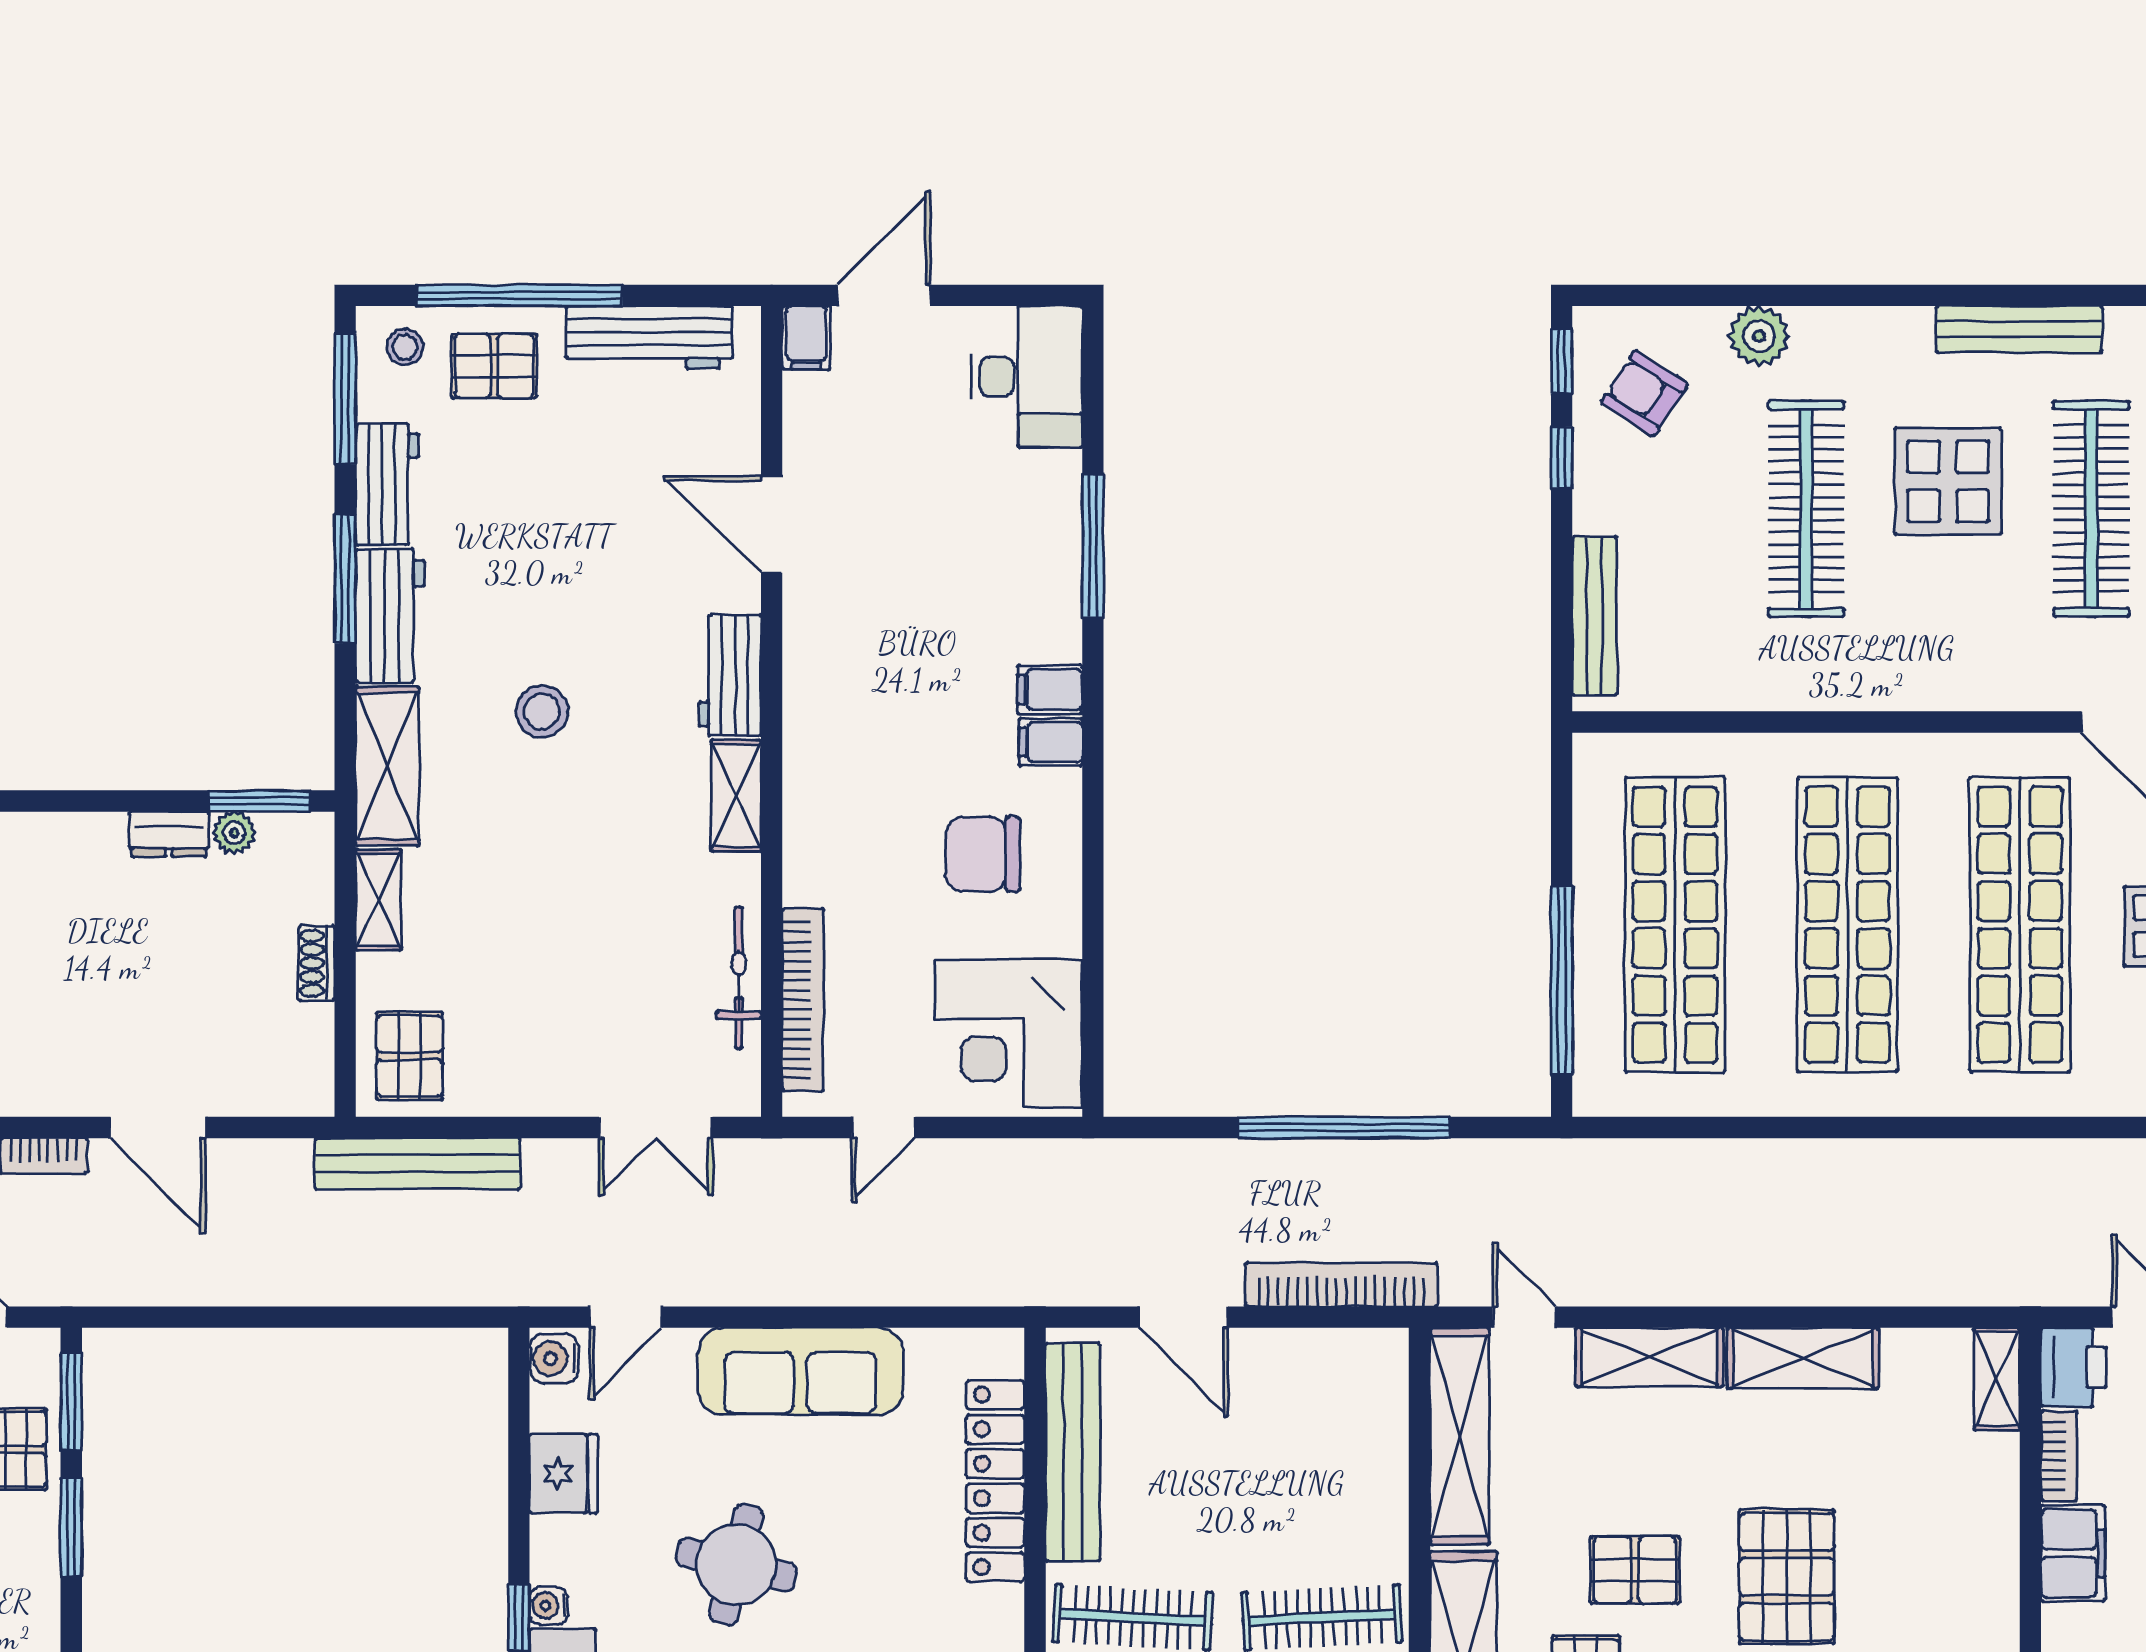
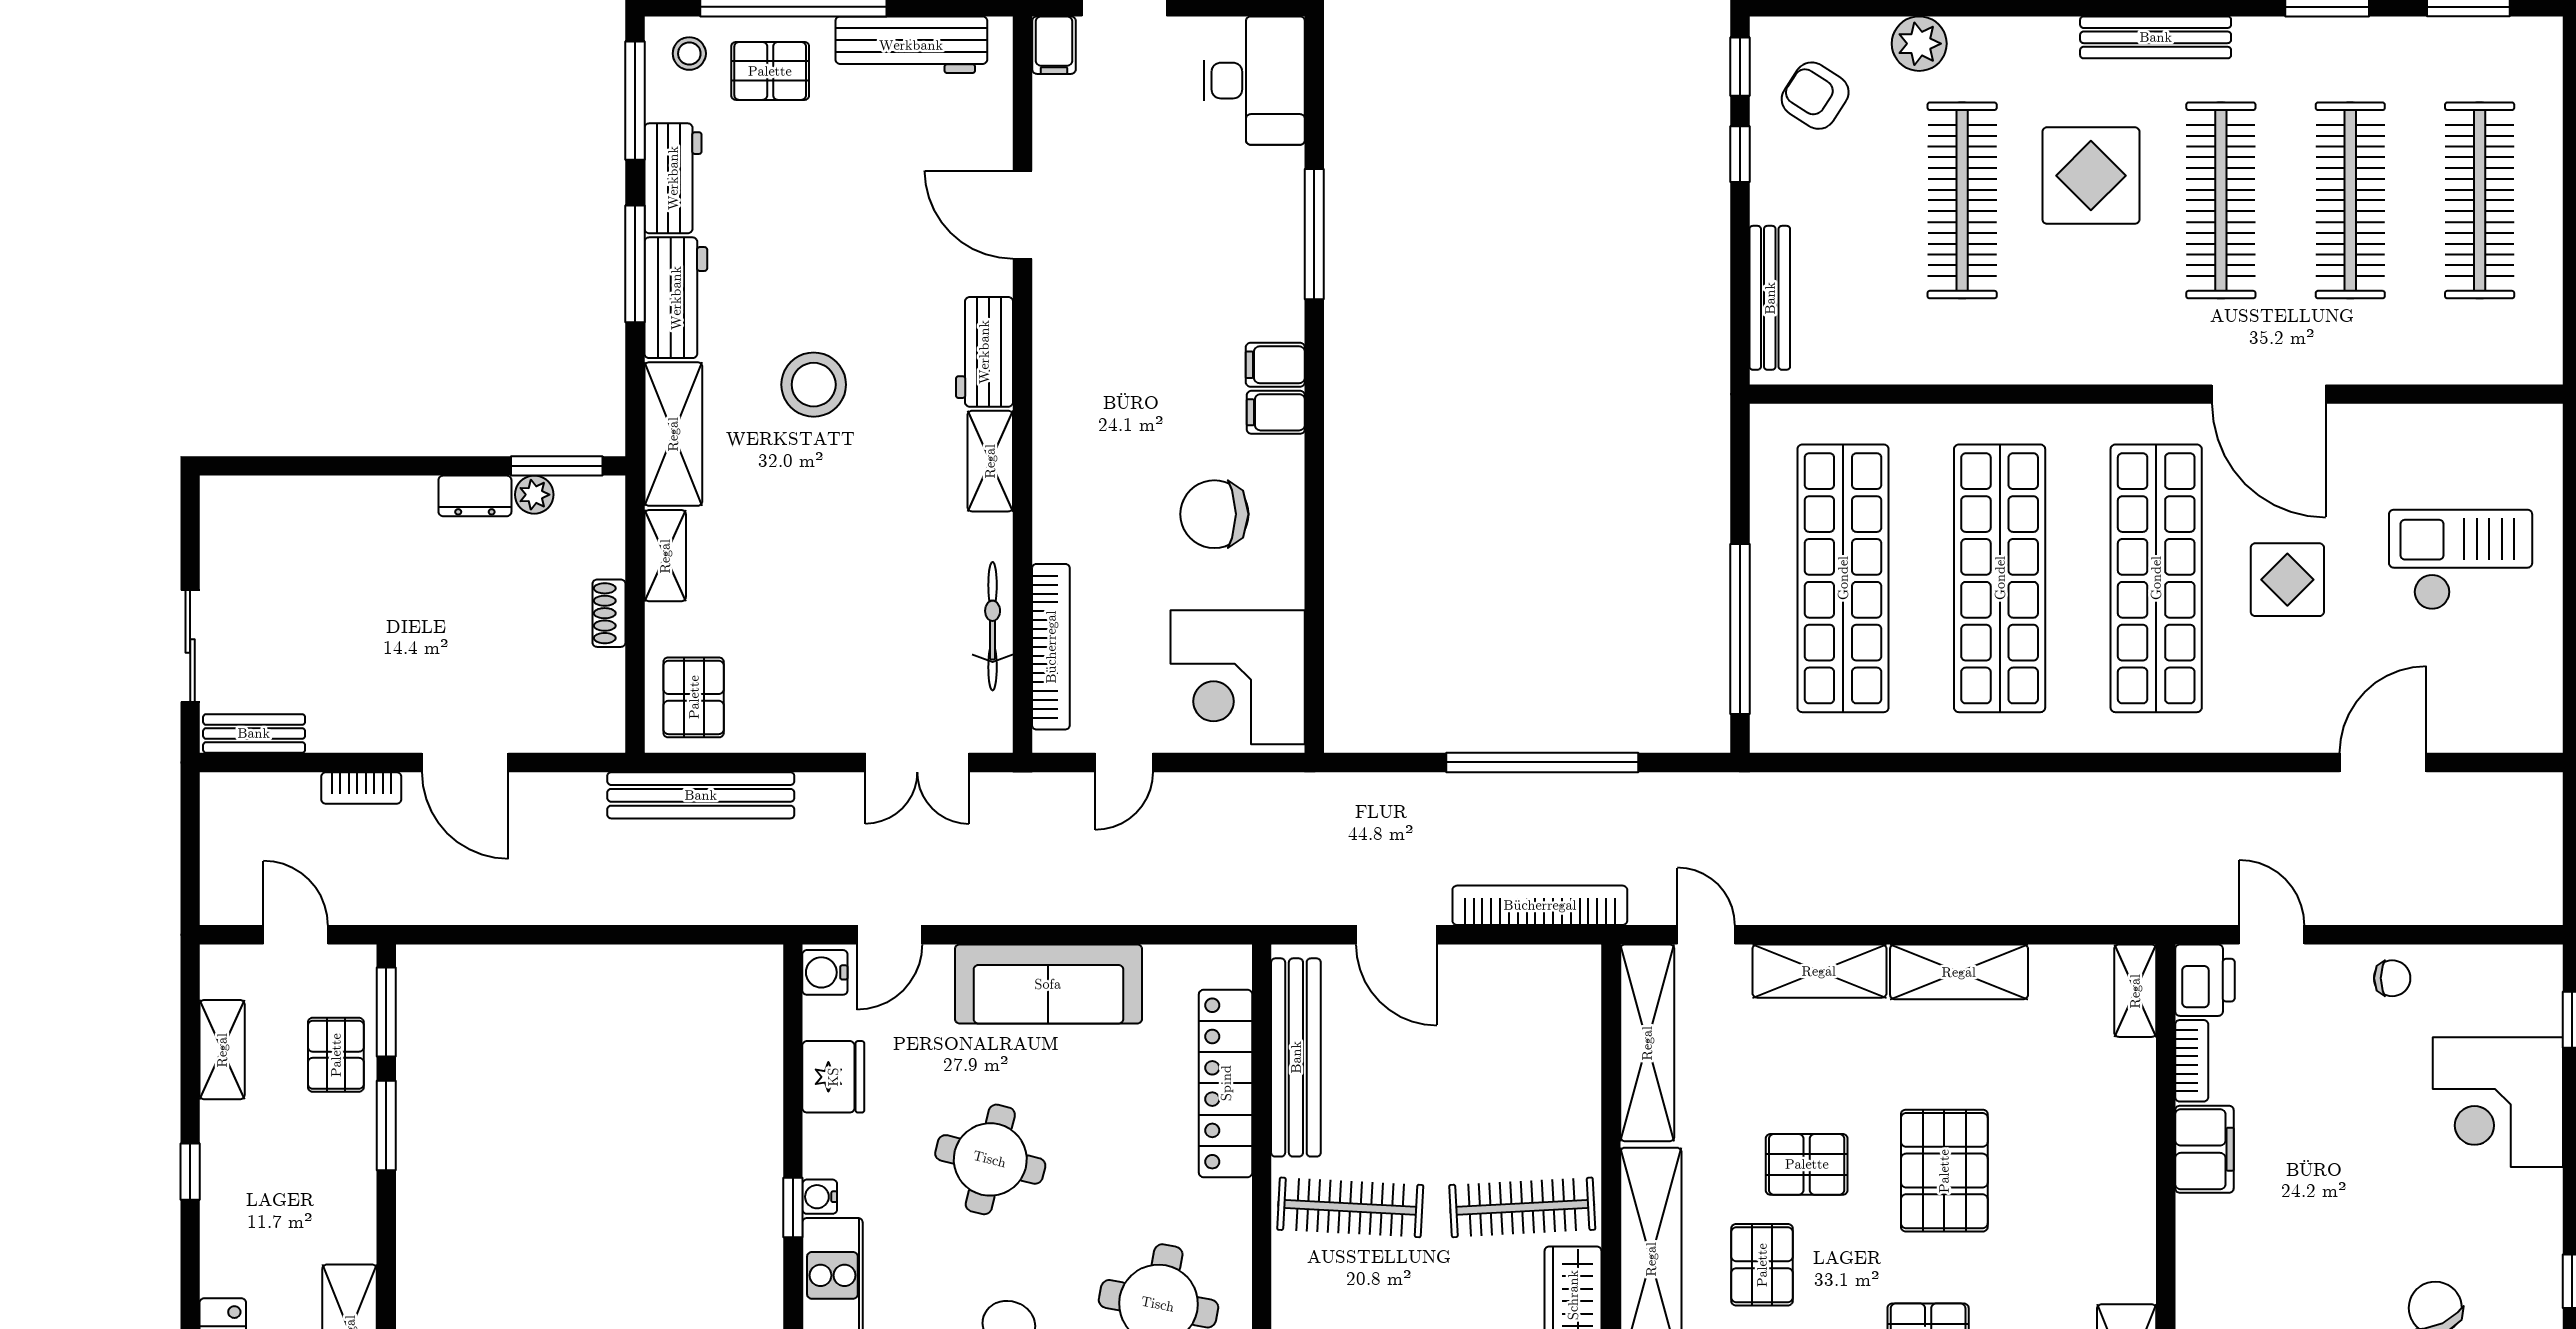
stool: (542, 711) -> (814, 385), width x1.38, depth x1.38

